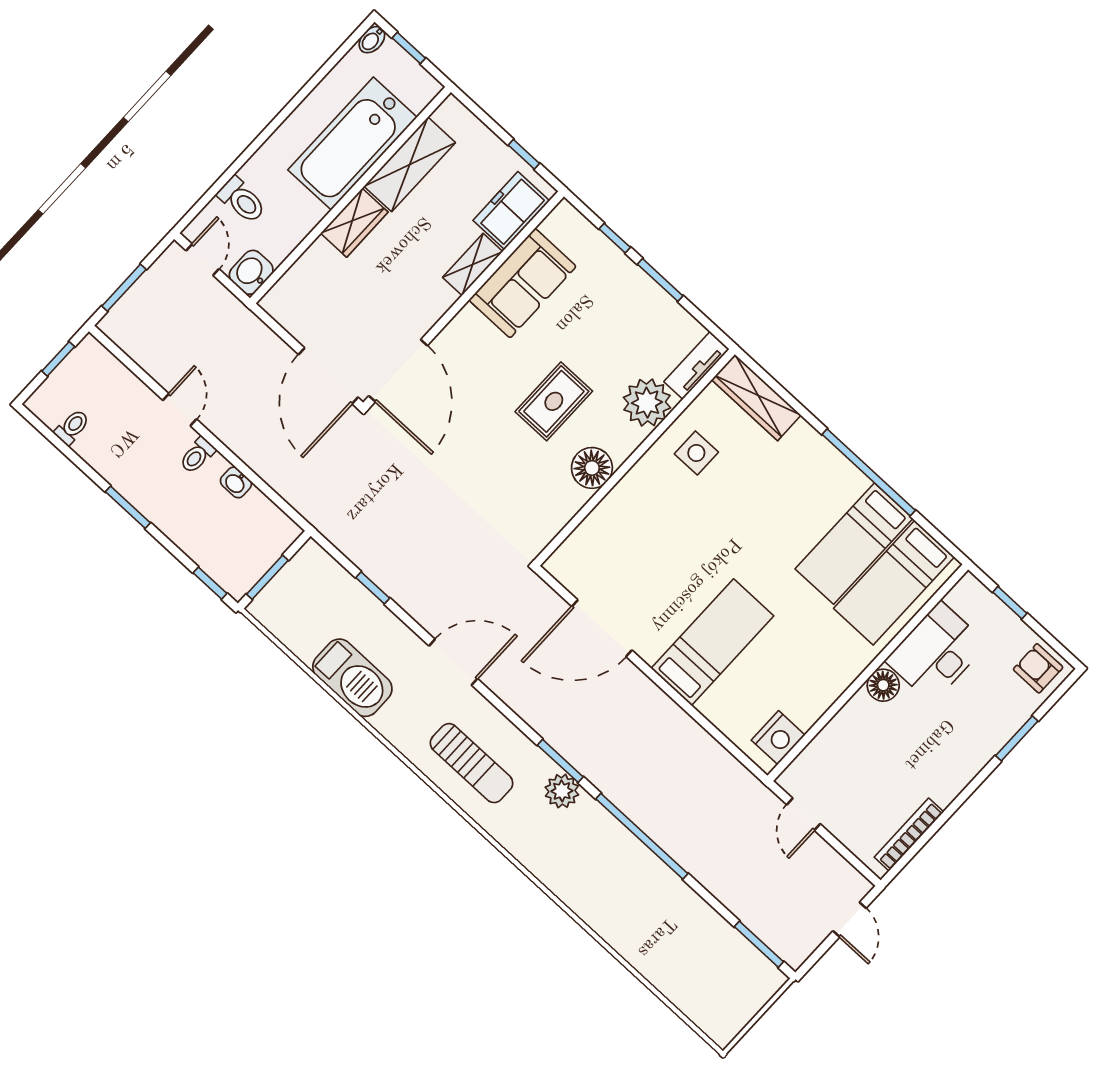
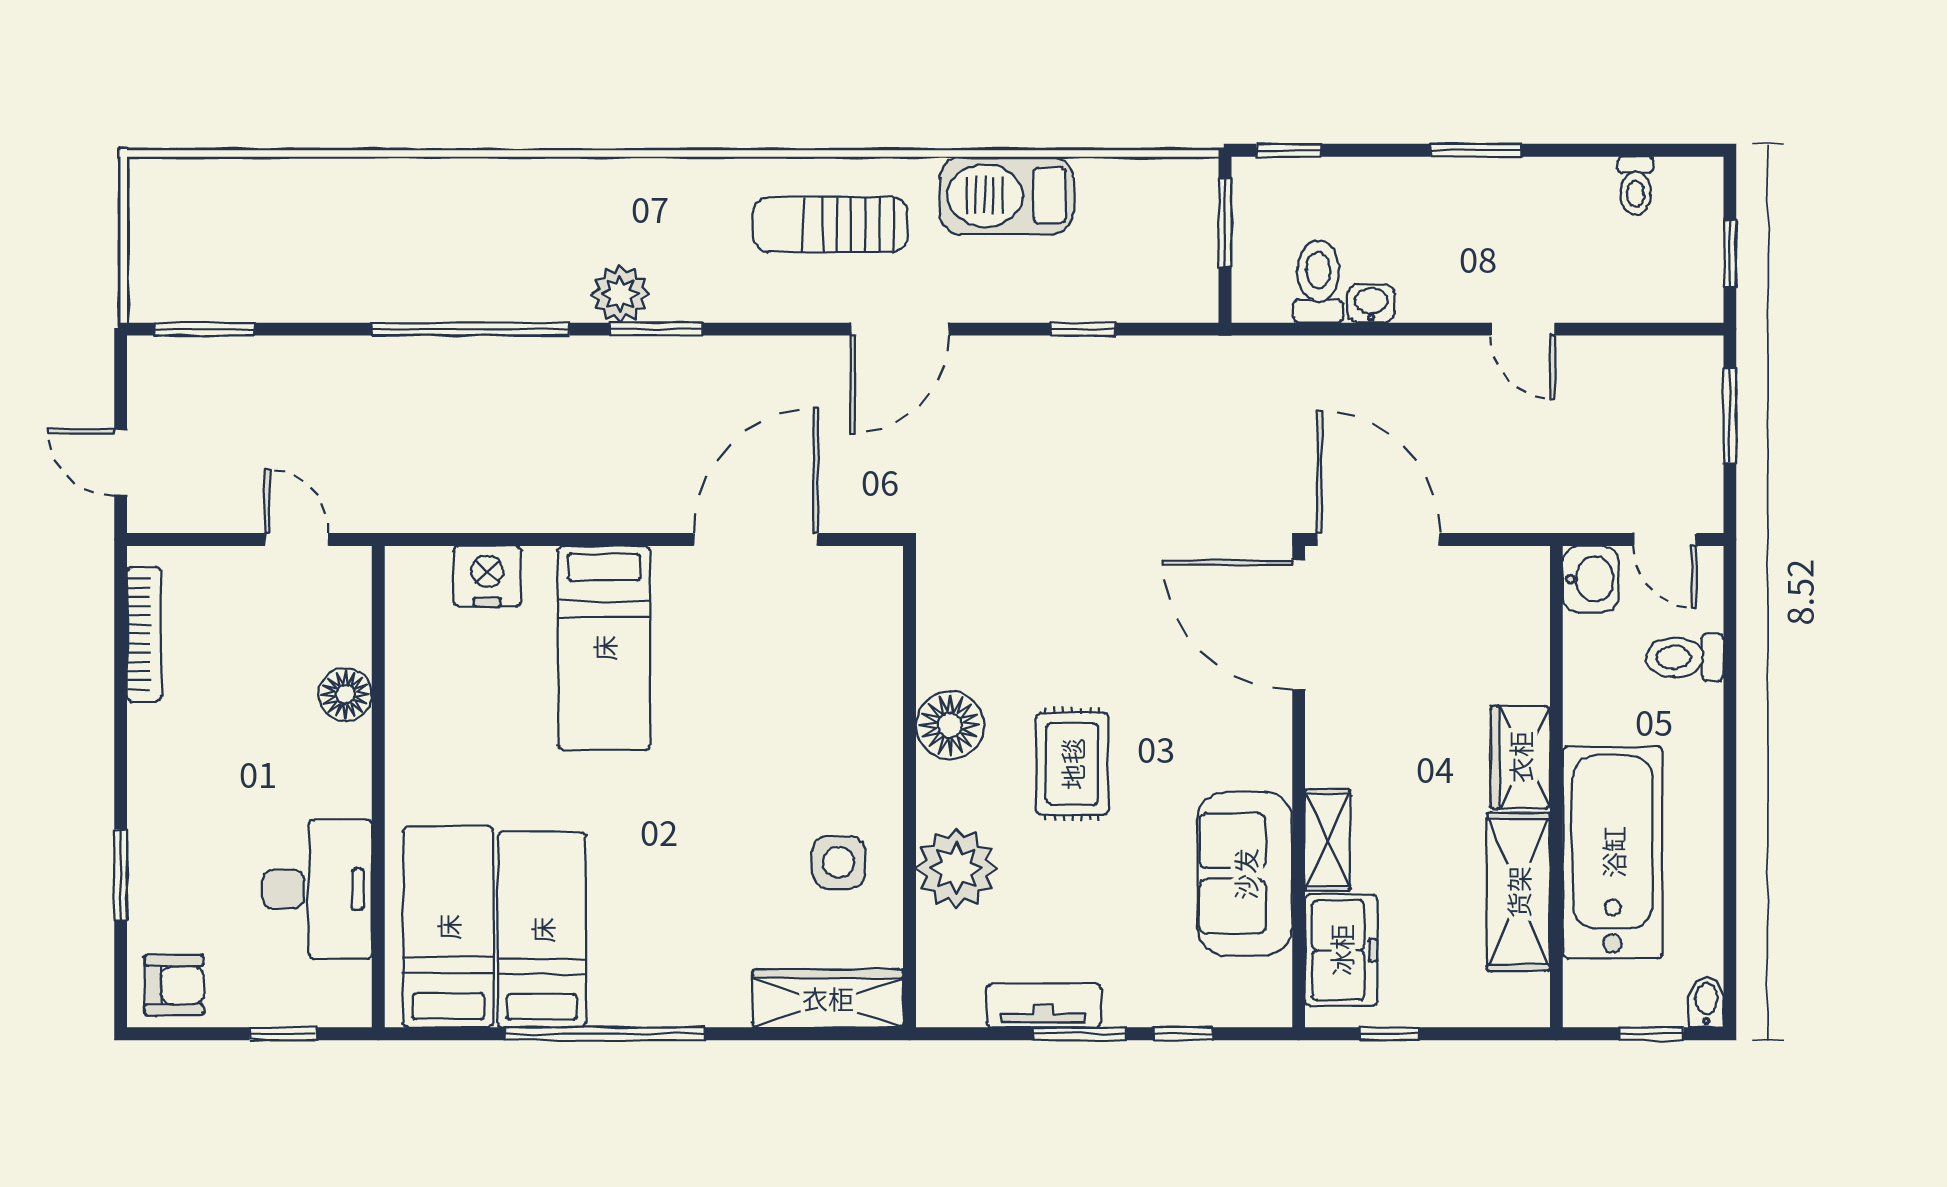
tv unit: (697, 365) -> (1044, 1006), moved, turned -90
toilet: (197, 455) -> (1318, 282), moved, width x1.37, depth x1.39
floor lamp: (883, 685) -> (345, 695), moved
nightstand: (778, 738) -> (487, 576), moved, turned 90
sun lounger: (472, 763) -> (830, 225), moved

